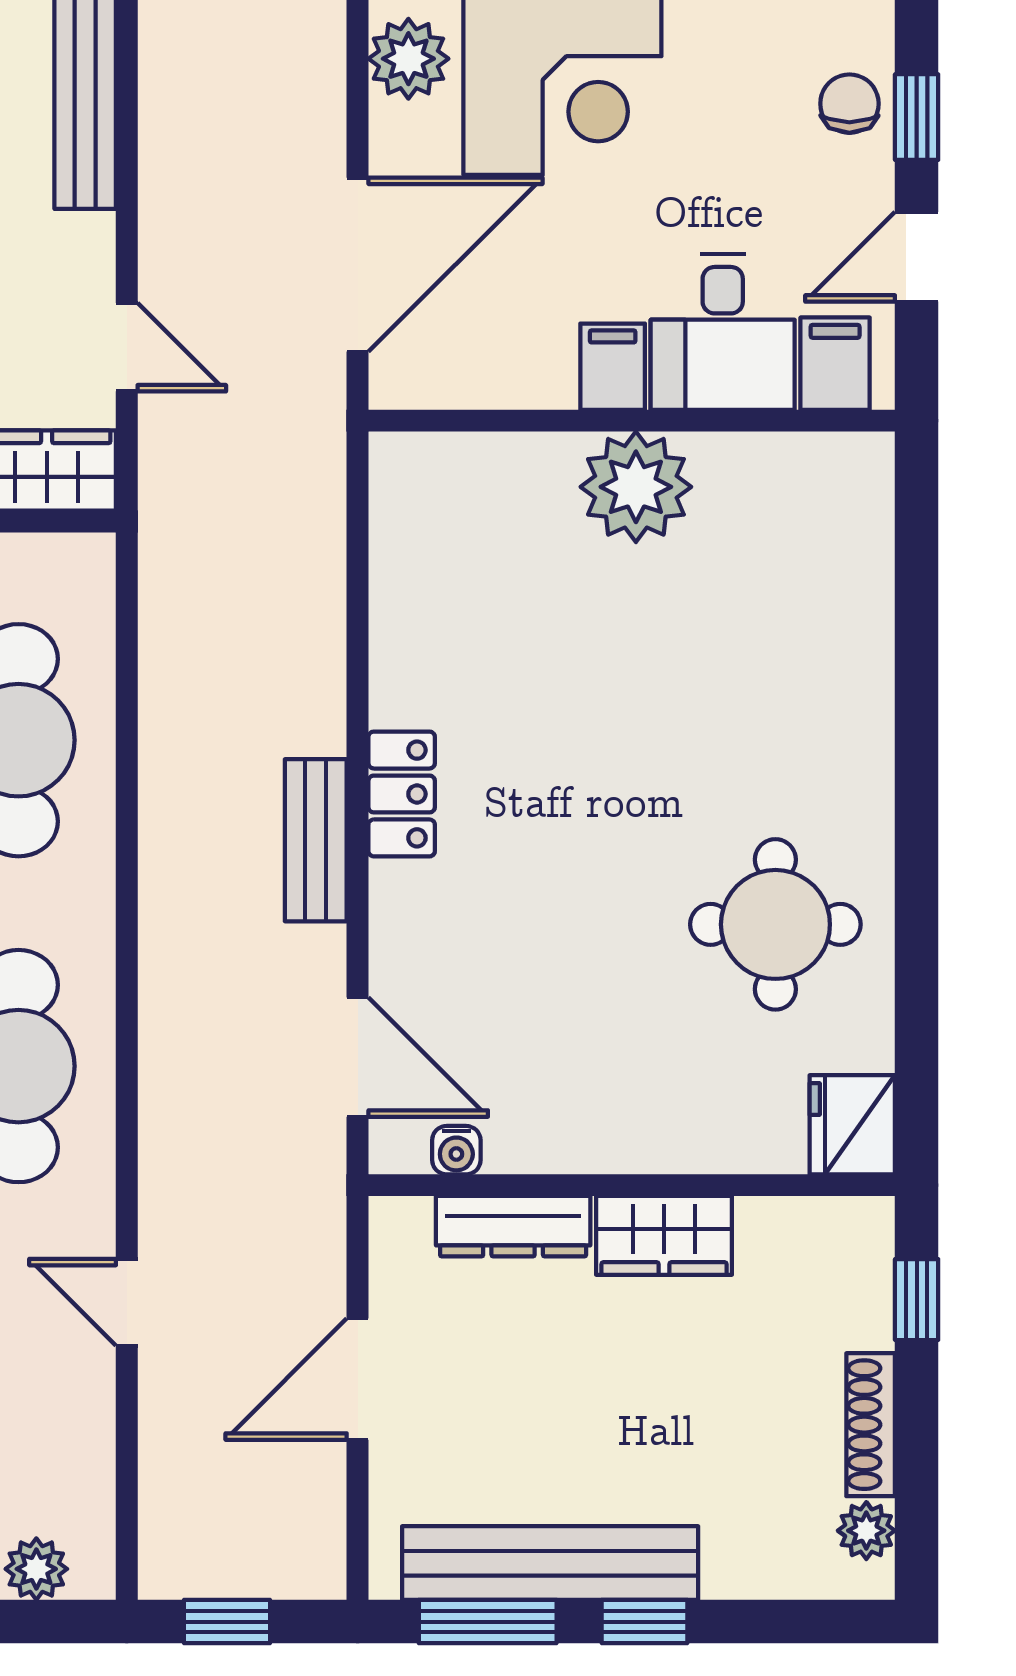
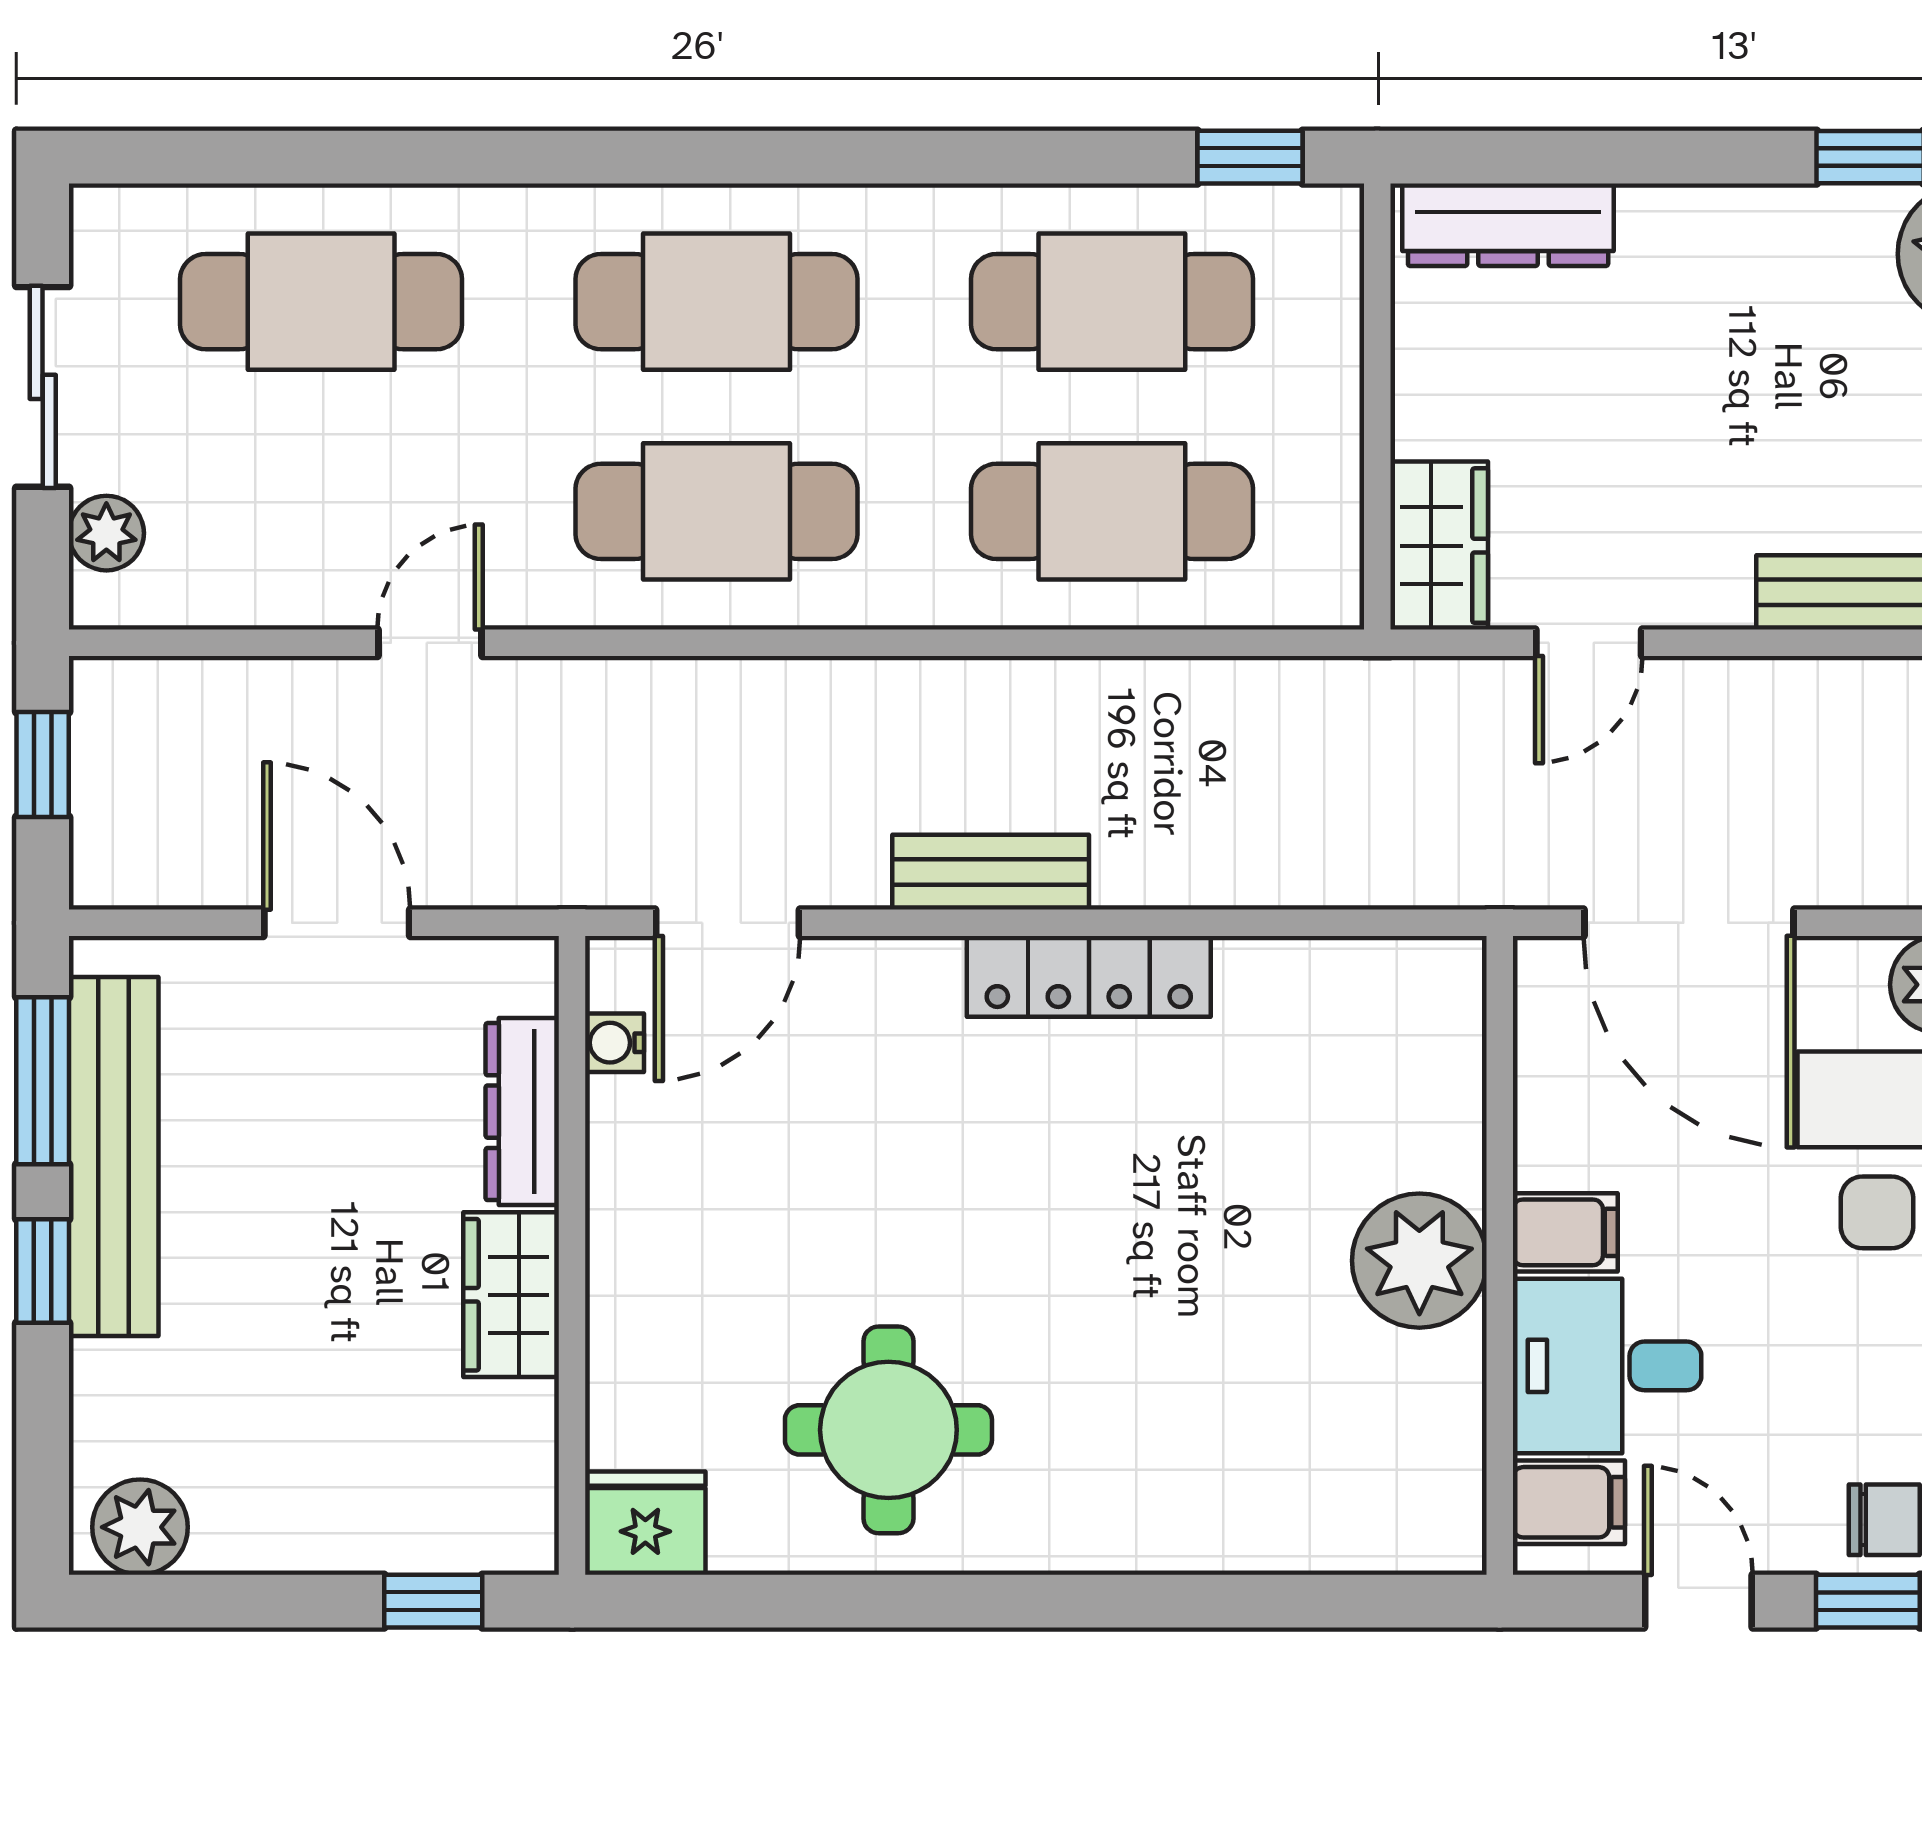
locker: (402, 794) -> (1089, 976), width x1.53
shoe rack: (871, 1425) -> (282, 1545), removed
plant: (866, 1531) -> (140, 1527), width x1.38, depth x1.38

